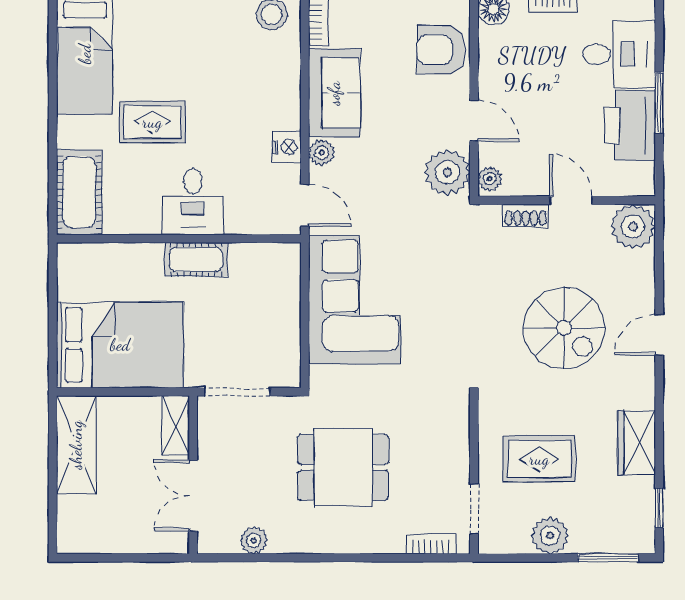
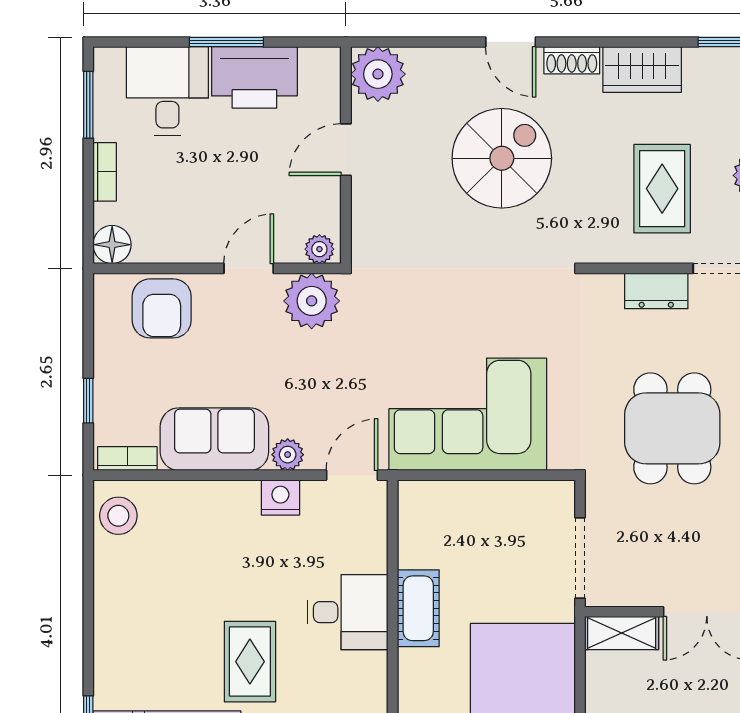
shoe rack: (526, 215) -> (572, 60), moved, turned 90
dresser: (456, 454) -> (656, 291), added

